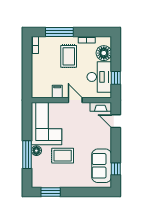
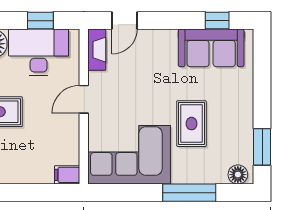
filing cabinet: (57, 92) -> (67, 175), moved
floor lamp: (36, 151) -> (238, 175), moved

